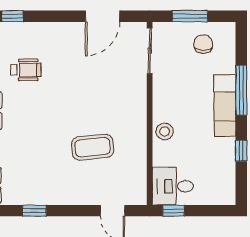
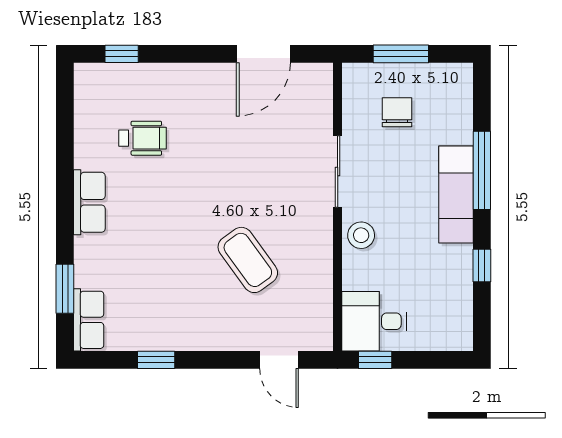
chair: (203, 44) -> (397, 112), moved
sliding door: (150, 51) -> (338, 172), moved
coffee table: (93, 147) -> (248, 260), turned 60

